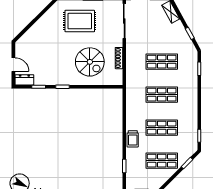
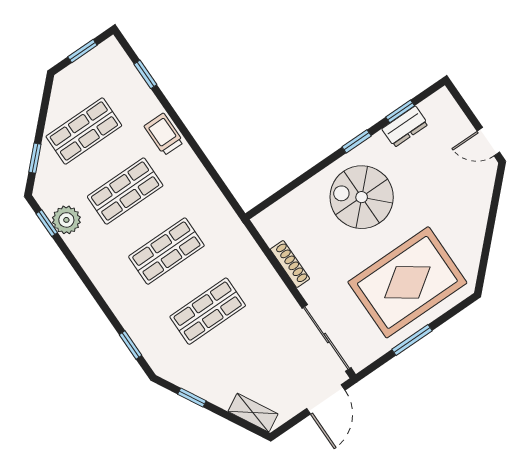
rug: (80, 21) -> (407, 282), width x1.37, depth x1.44
spiral stairs: (90, 62) -> (362, 197), moved
door: (13, 65) -> (488, 142), moved
dresser: (24, 80) -> (405, 127), moved
plant: (191, 132) -> (66, 220), added

